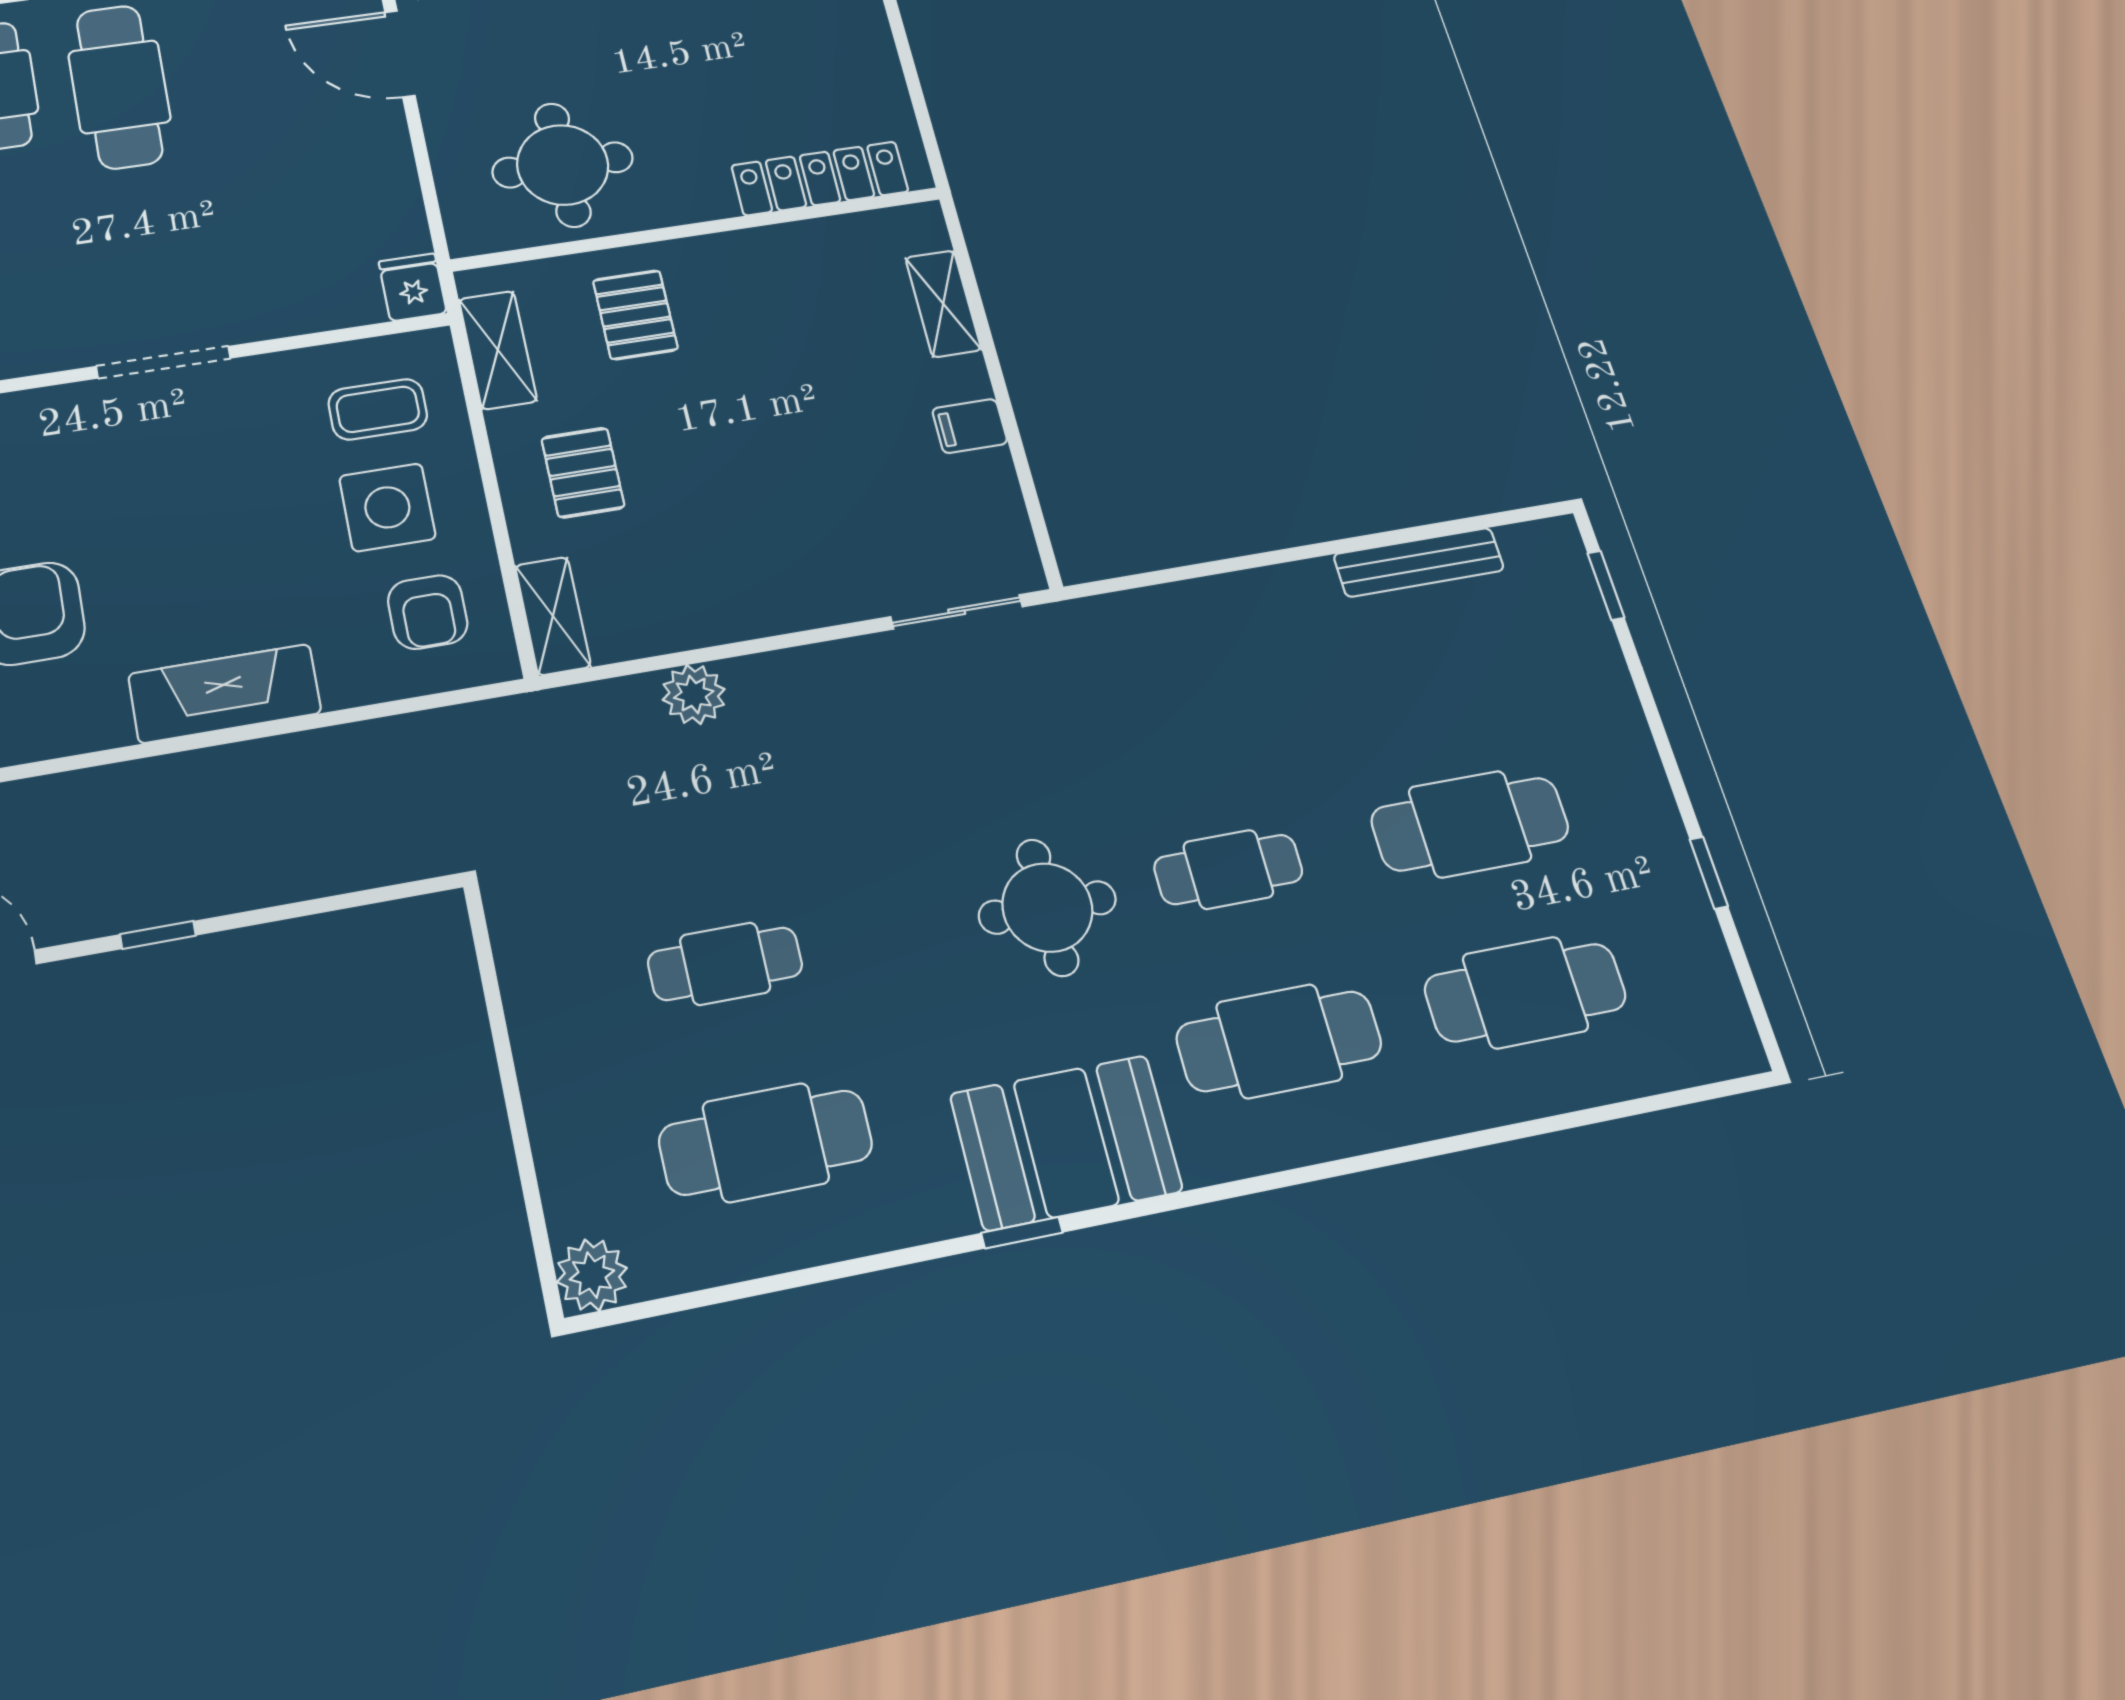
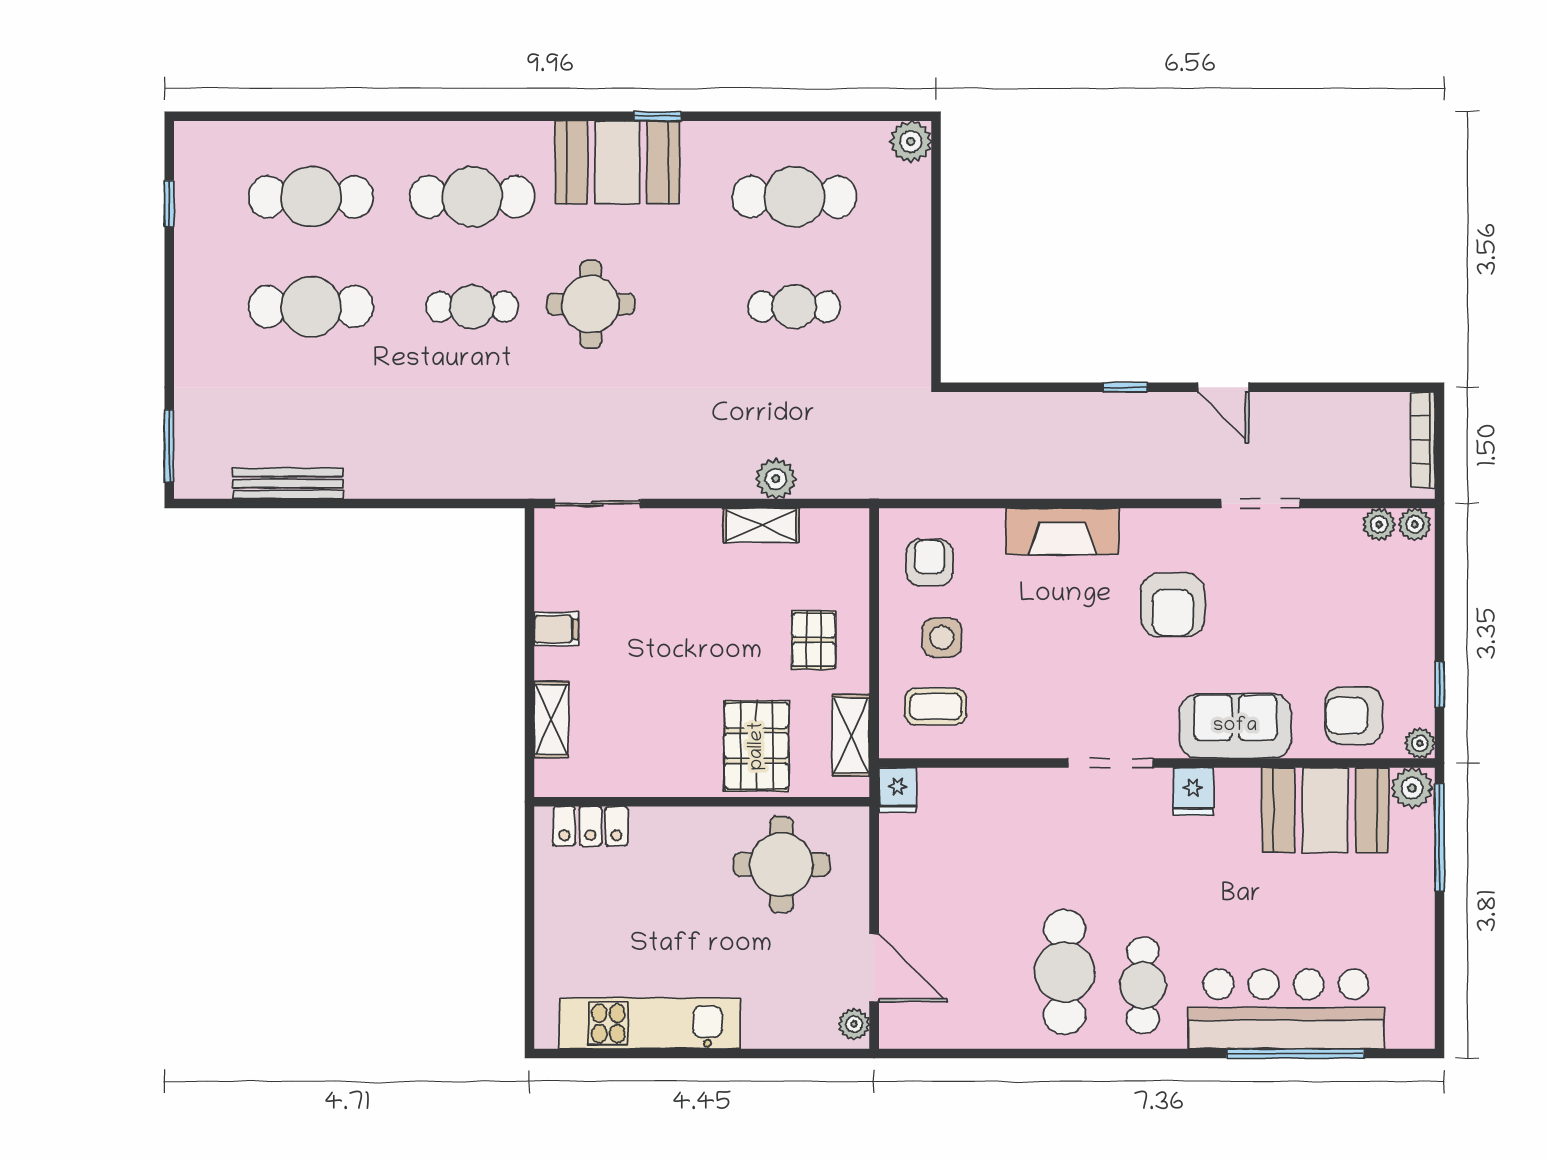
locker: (820, 179) -> (590, 826), width x0.66
pallet: (635, 315) -> (757, 746), width x1.50, depth x1.42
doorway: (163, 362) -> (1111, 763), moved
side table: (387, 507) -> (942, 638), width x0.73, depth x0.73
window: (1606, 585) -> (169, 446), width x1.50
shelving: (553, 616) -> (761, 525), moved, turned 90
window: (1709, 873) -> (169, 204), moved

